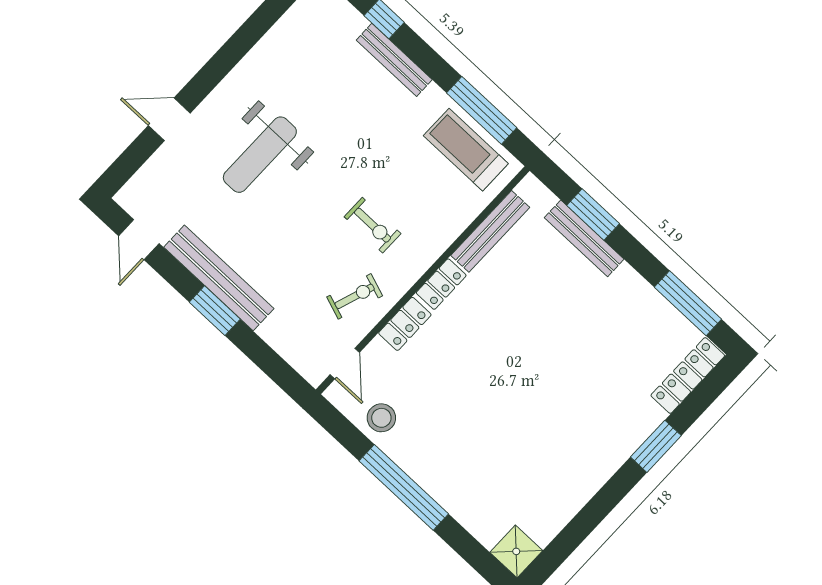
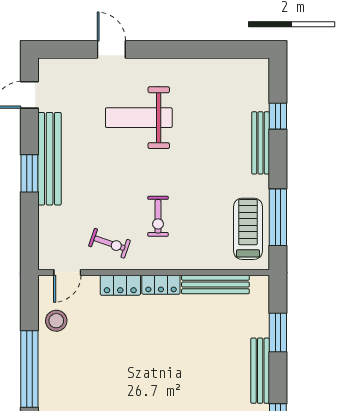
bench: (584, 238) -> (260, 371), moved

